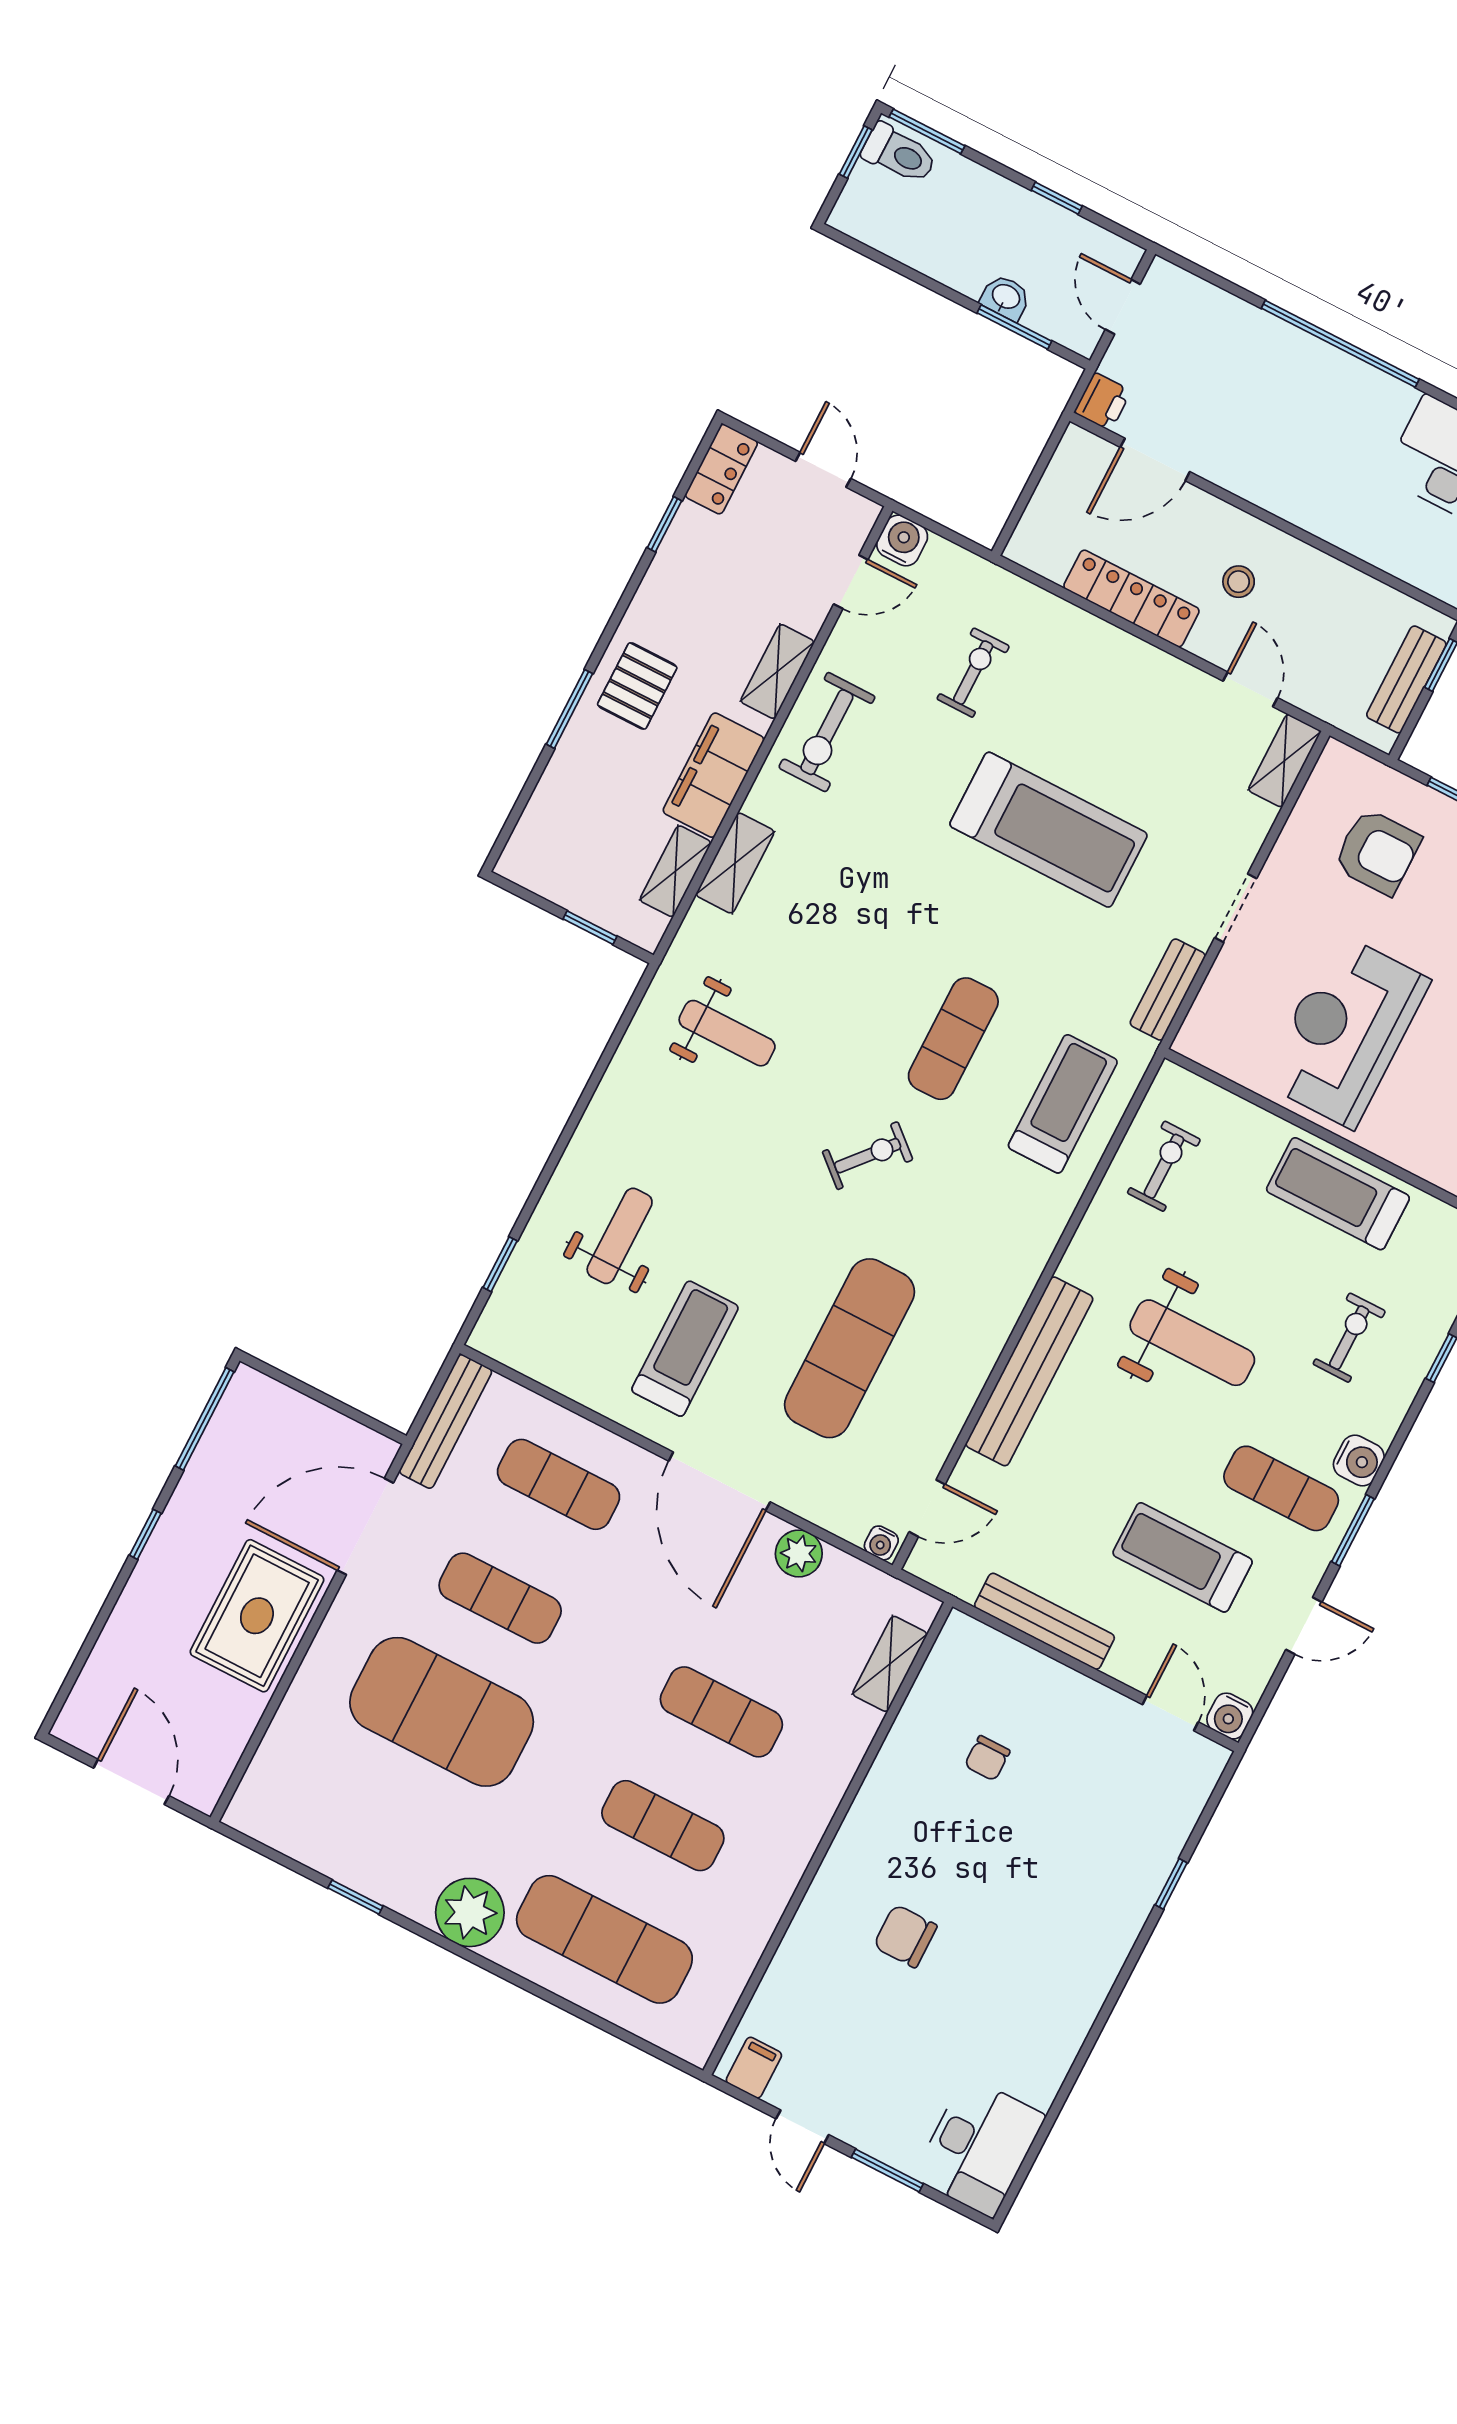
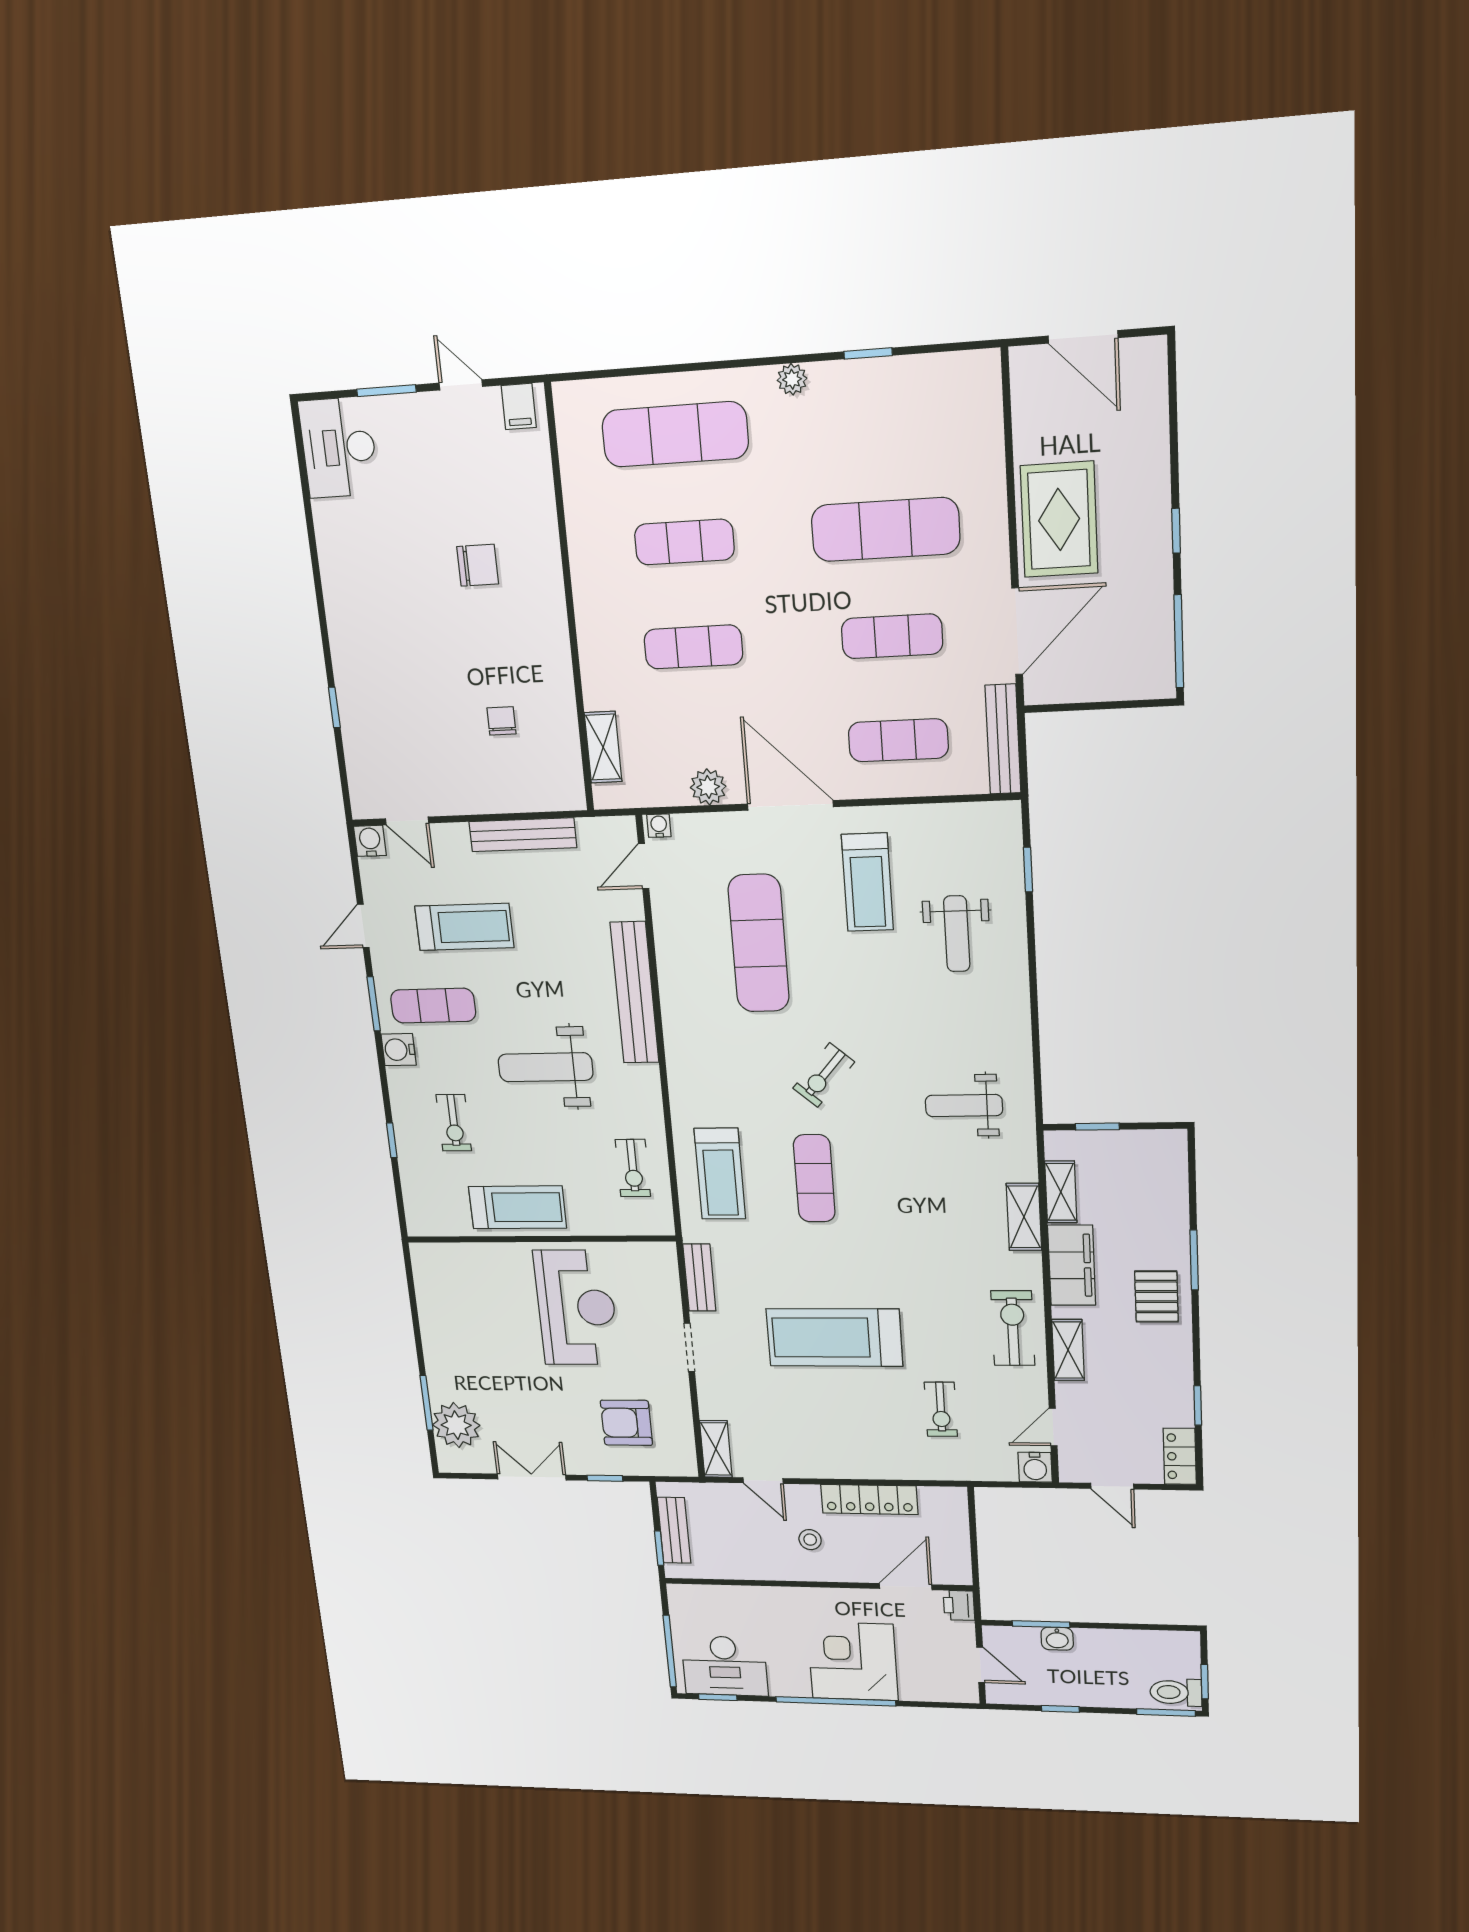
corner desk: (1284, 389) -> (853, 1661), added
exercise mat: (442, 1712) -> (885, 529), width x0.68
plant: (470, 1912) -> (792, 379), width x0.53, depth x0.53

